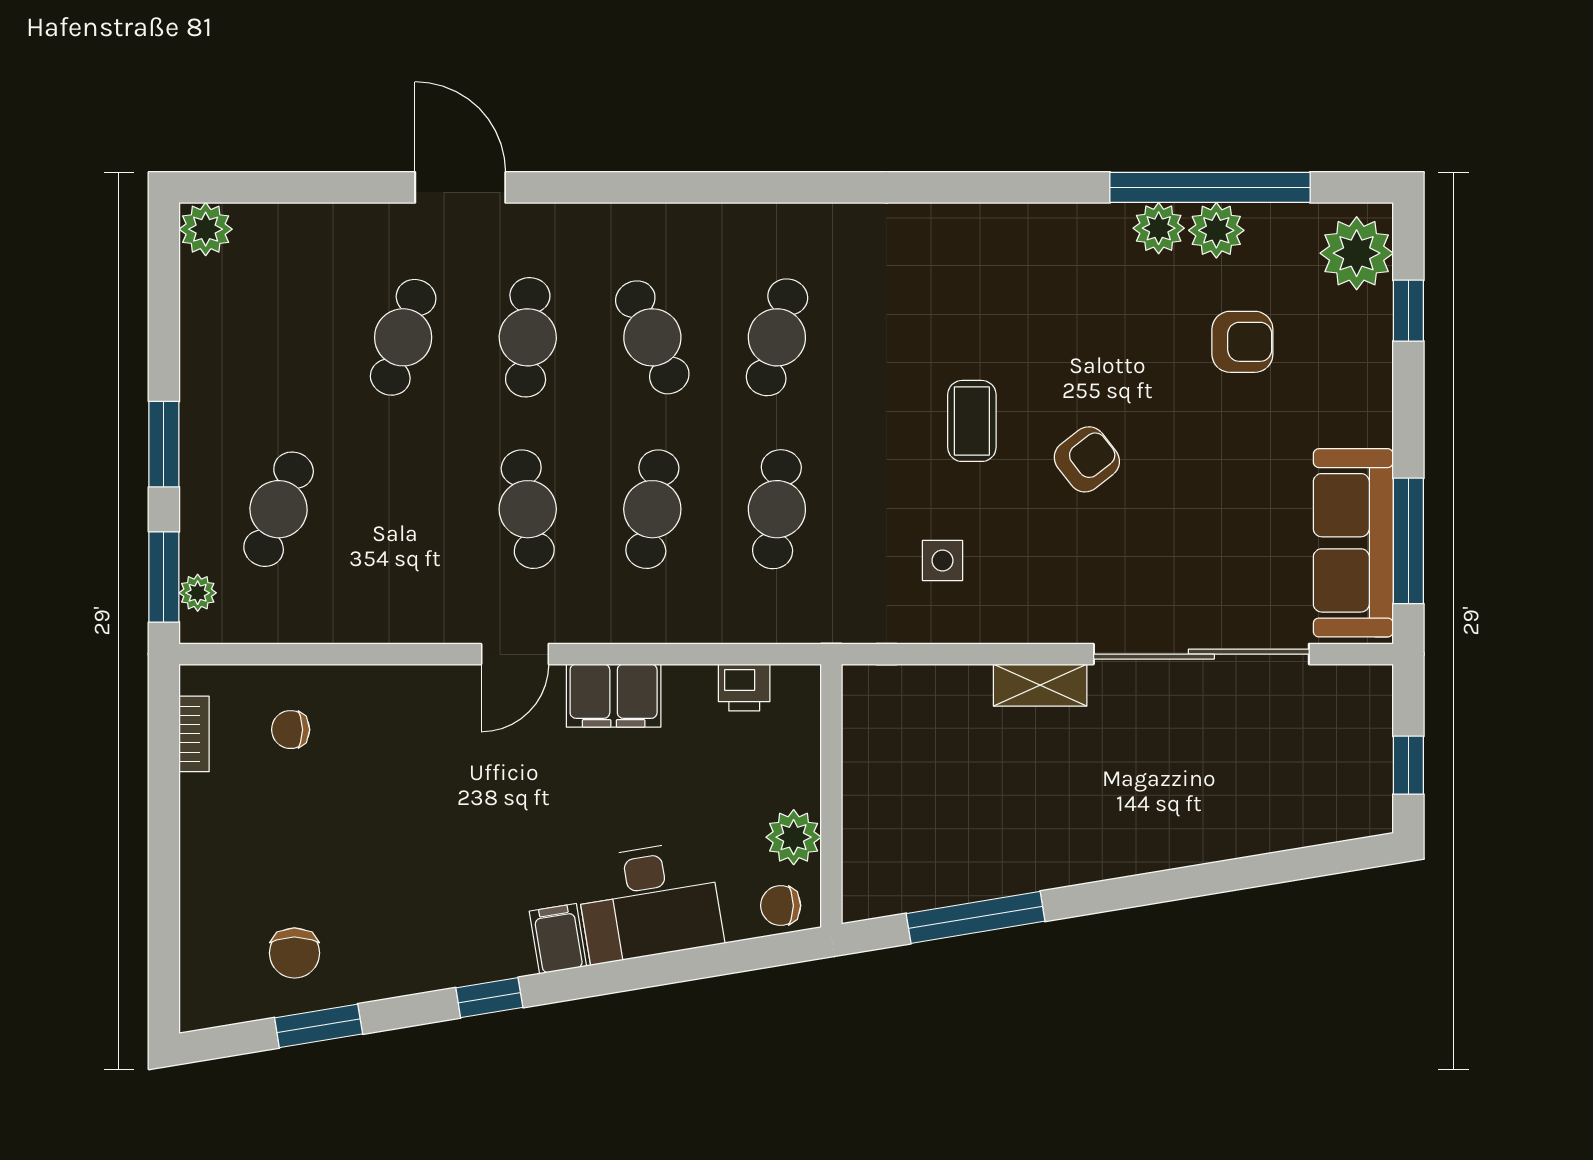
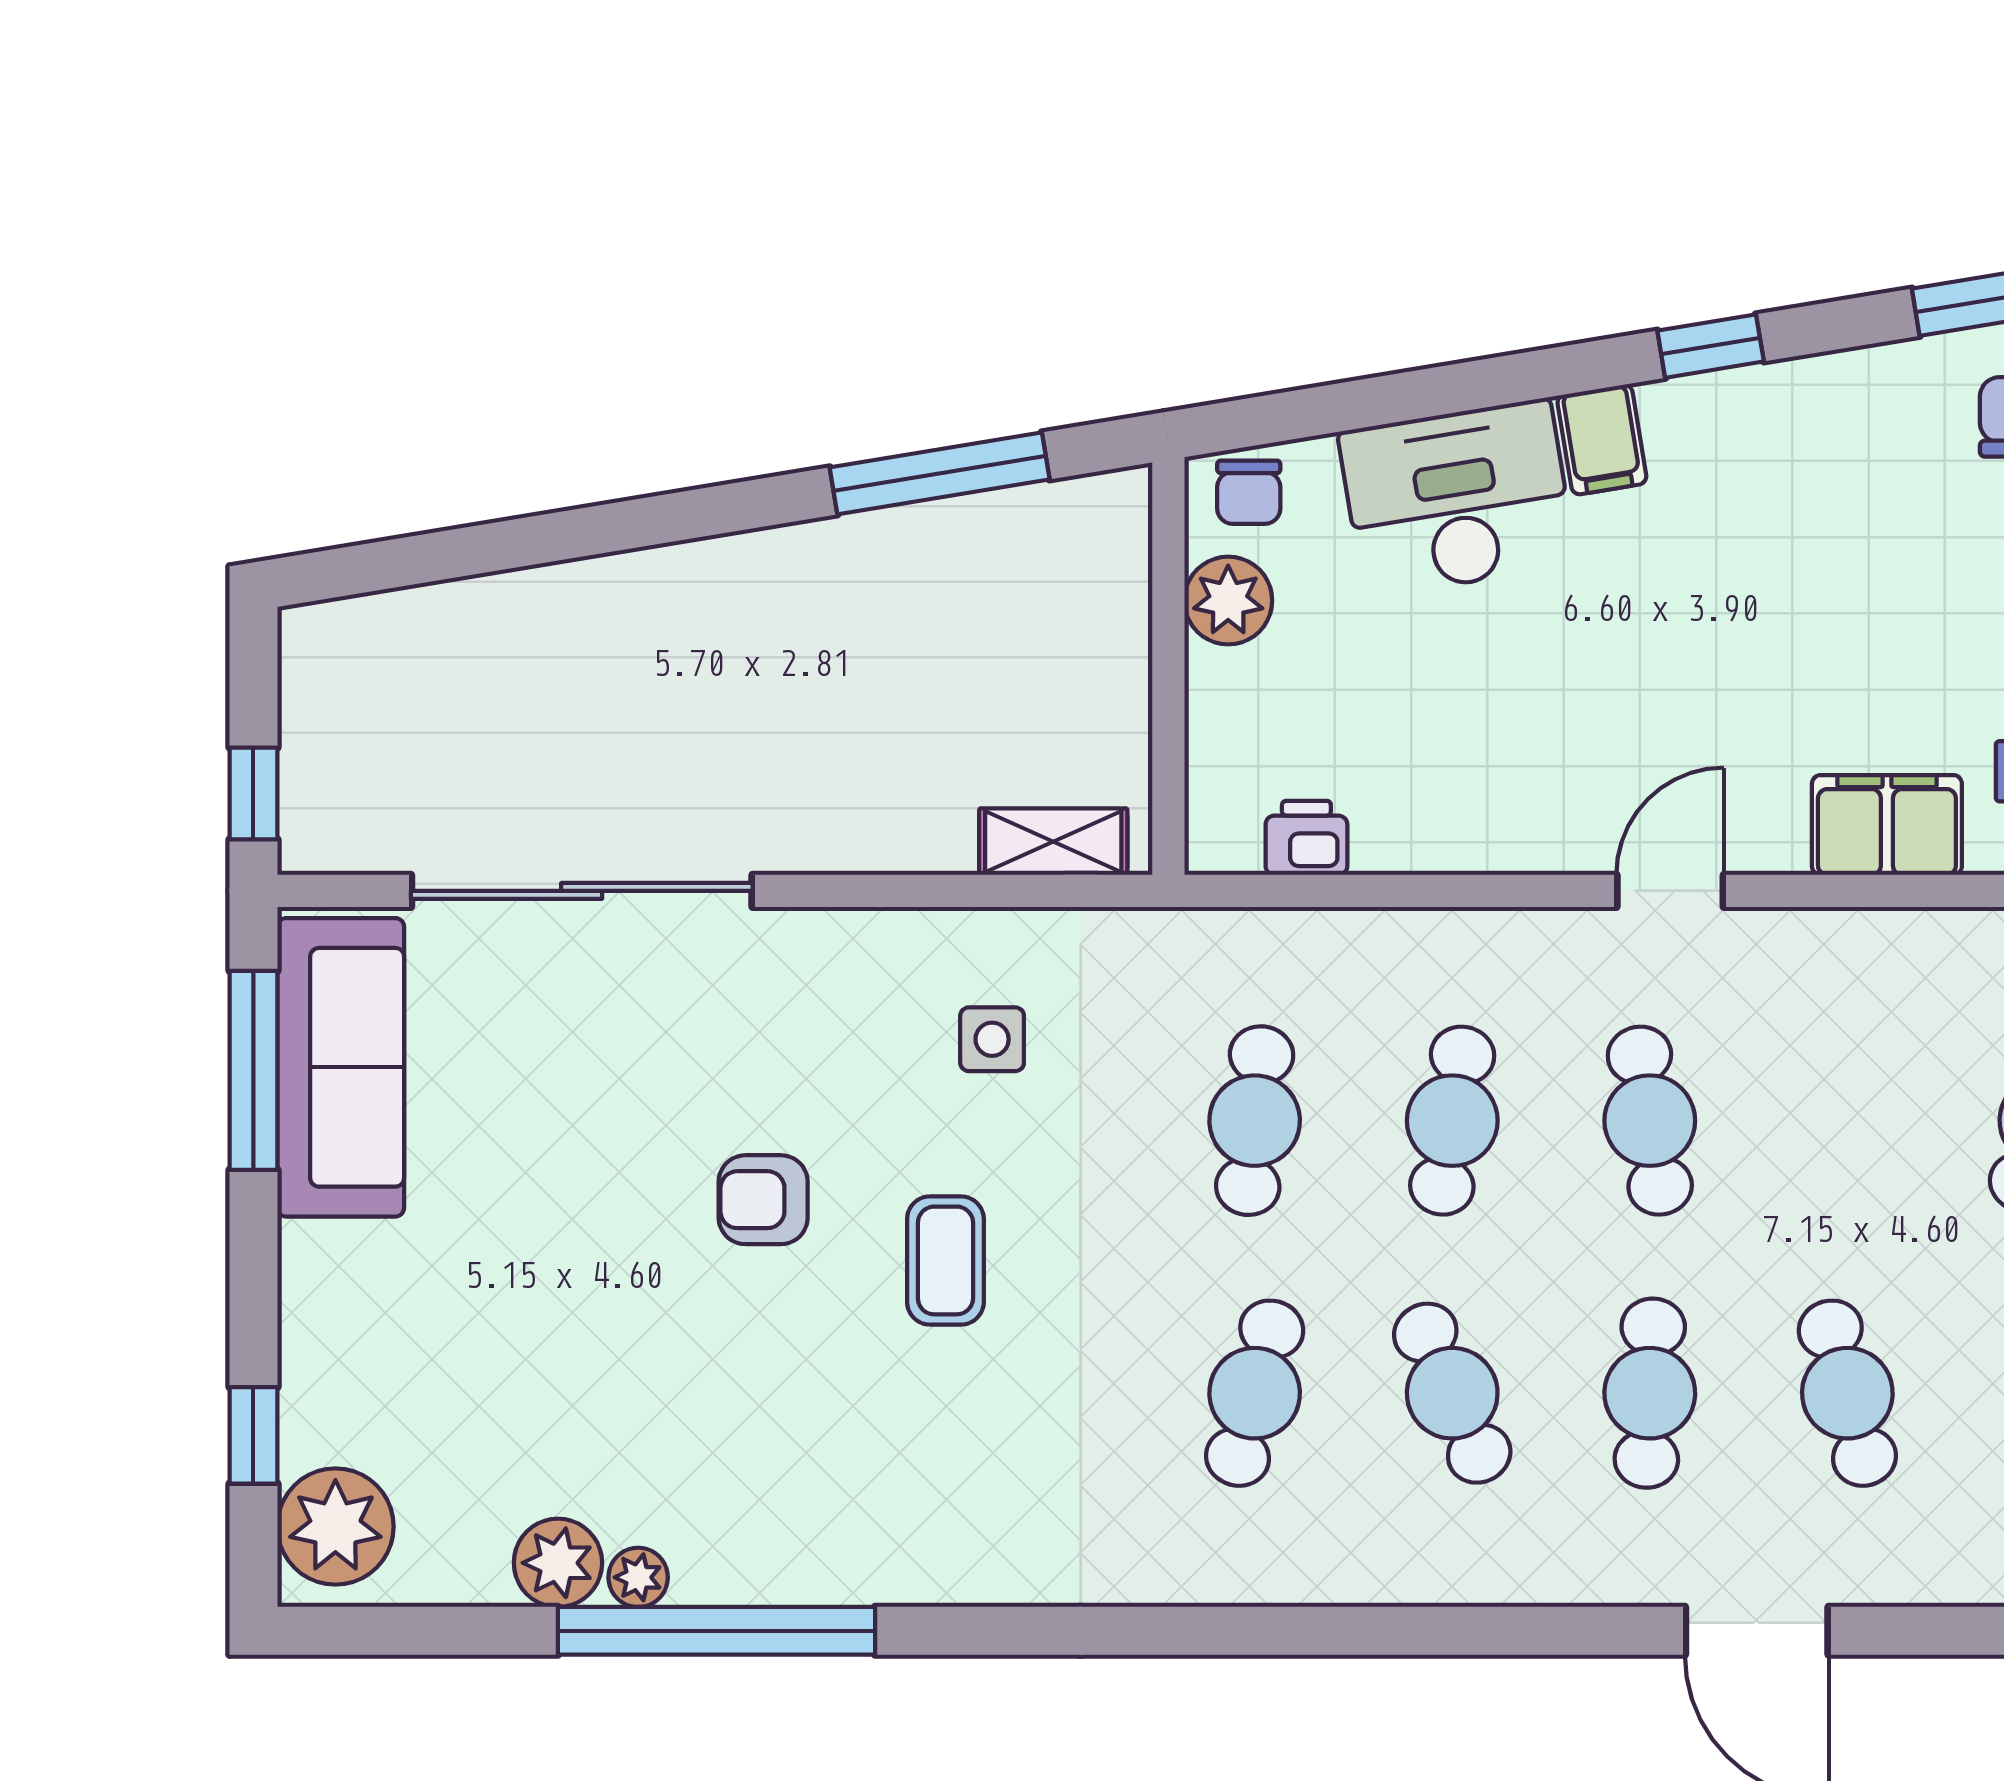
window: (1210, 187) -> (717, 1631), moved
plant: (1159, 228) -> (638, 1577), width x0.73, depth x0.73
cafe table: (403, 337) -> (1847, 1393), turned -33
armchair: (1242, 342) -> (517, 1386), removed
armchair: (1087, 459) -> (763, 1200), turned 38
shelving: (1040, 685) -> (1053, 842), moved
filing cabinet: (614, 696) -> (1887, 825), moved
window: (1408, 765) -> (253, 793), moved
chair: (781, 906) -> (1249, 492), turned 90

